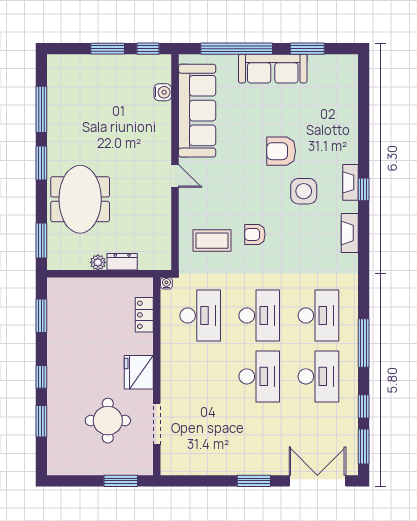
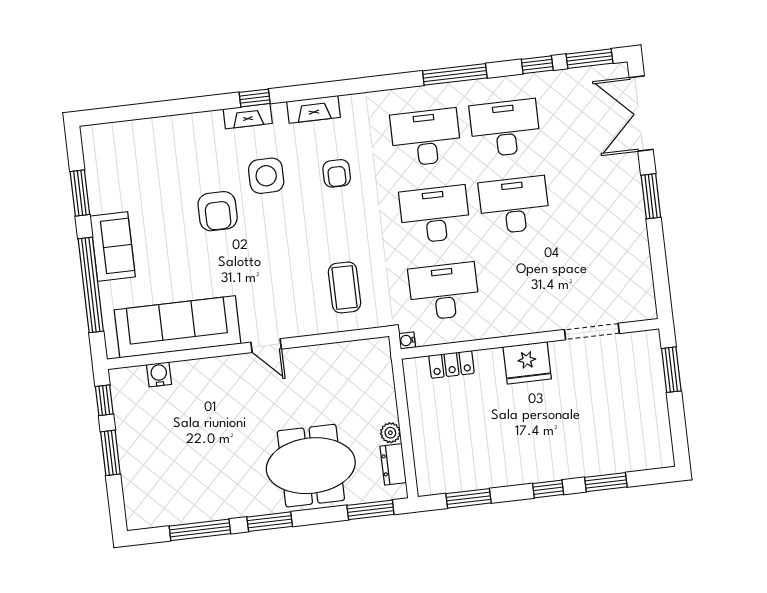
sofa: (273, 69) -> (113, 247), width x0.73
door: (175, 176) -> (266, 346), swing flipped
armchair: (255, 234) -> (337, 173), moved
dresser: (122, 262) -> (393, 464), moved
round table: (108, 421) -> (595, 396), removed

